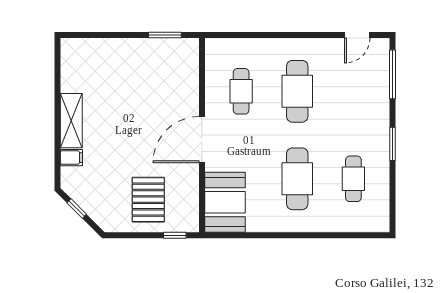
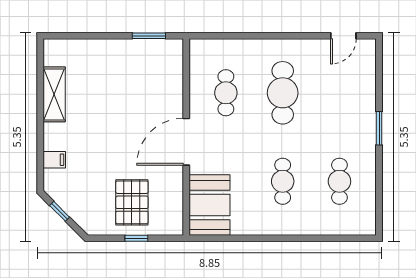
window: (393, 74) -> (379, 76), removed
shelving: (71, 121) -> (54, 94), moved
window: (393, 144) -> (379, 128), moved
cafe table: (297, 179) -> (283, 181), width x0.73, depth x0.74
window: (175, 235) -> (136, 238), moved

